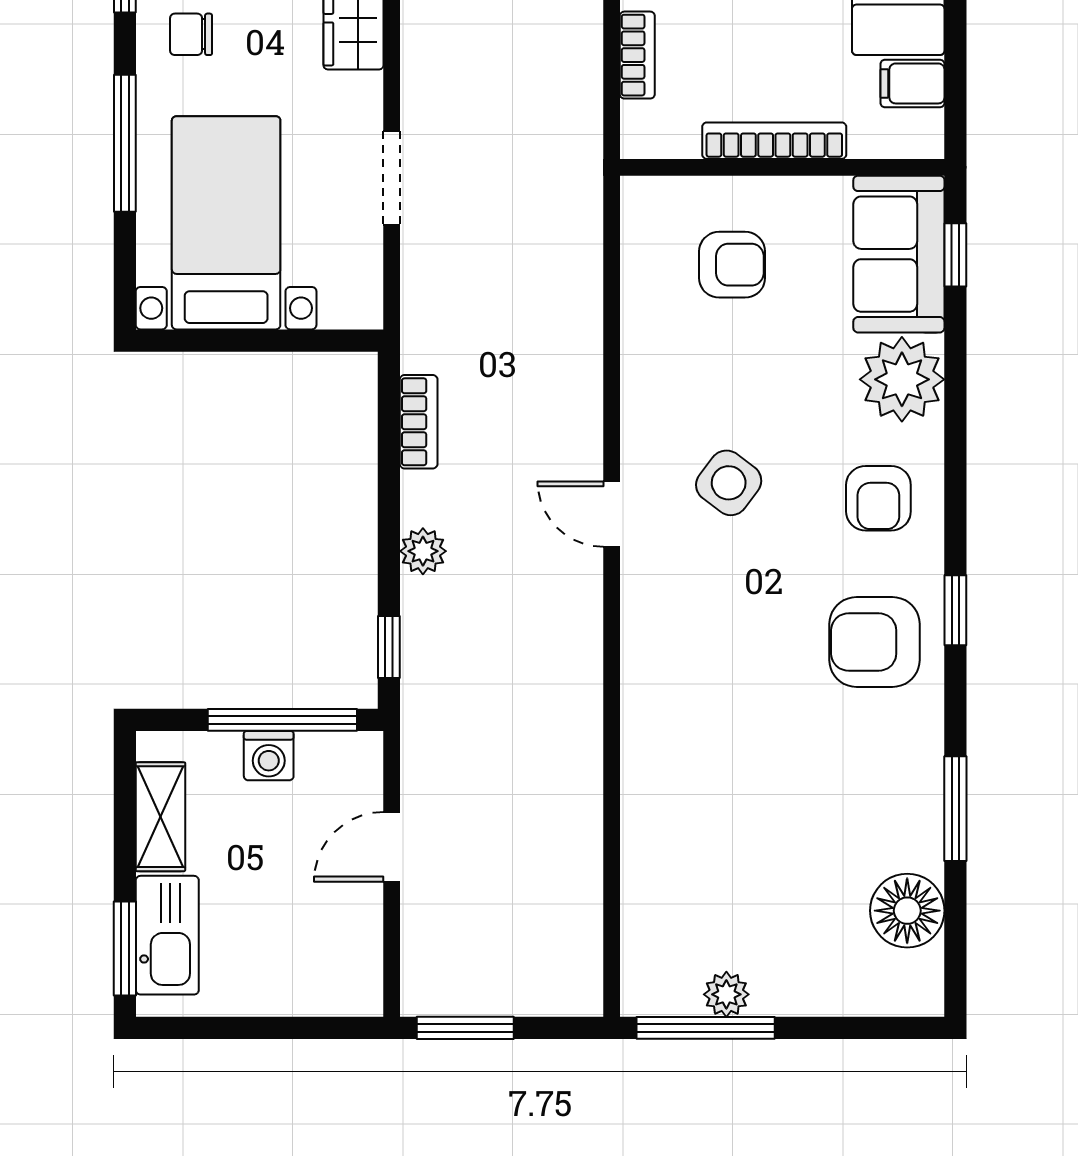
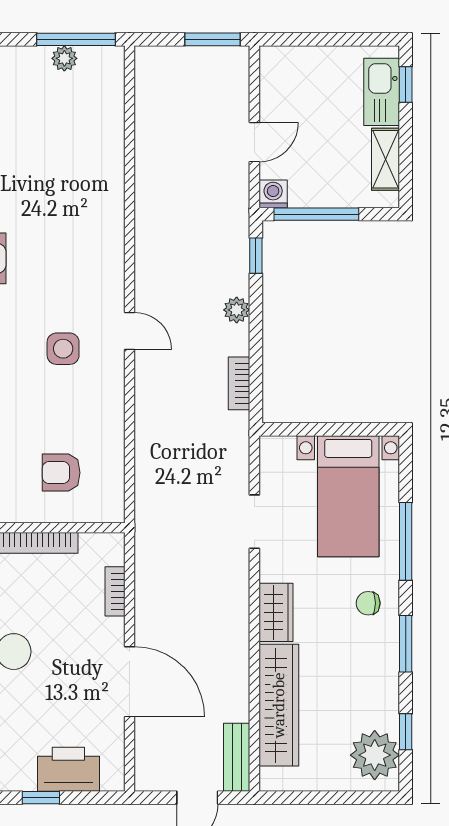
chair: (191, 34) -> (368, 603), turned 180
side table: (729, 483) -> (63, 349), turned -37
washing machine: (269, 756) -> (273, 194), moved
window: (125, 949) -> (406, 84), width x0.67

